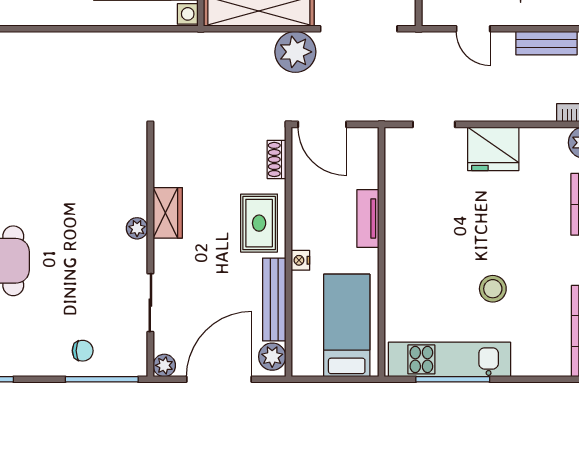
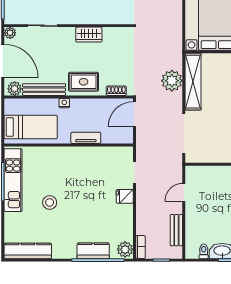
plant: (295, 52) -> (172, 81), moved
fridge: (493, 149) -> (125, 196), width x0.53, depth x0.75
plant: (137, 228) -> (81, 19), removed

